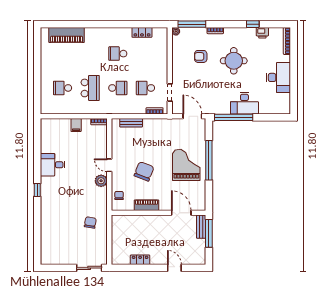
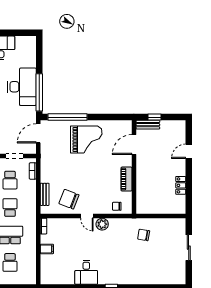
desk: (244, 103) -> (22, 87), width x1.36, depth x1.30
window: (209, 160) -> (68, 117), moved
door: (109, 165) -> (87, 216), hinge flipped
grand piano: (186, 165) -> (86, 139), turned 180
chair: (144, 171) -> (69, 199), moved
window: (209, 233) -> (154, 117), width x0.46
sliding door: (89, 268) -> (189, 248), moved

